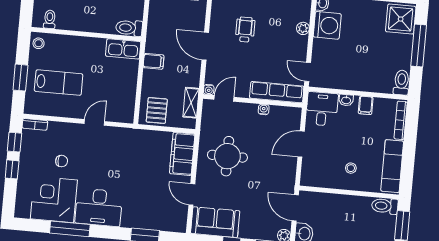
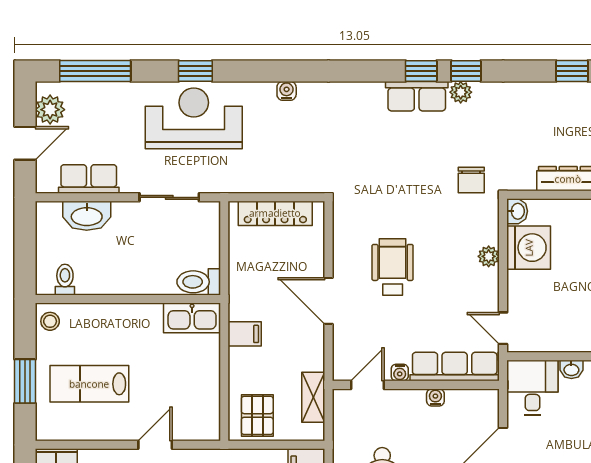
wheelchair: (245, 30) -> (393, 267), width x1.36, depth x1.37
lab bench: (59, 83) -> (89, 384), turned 180
water cooler: (209, 90) -> (400, 373), moved

